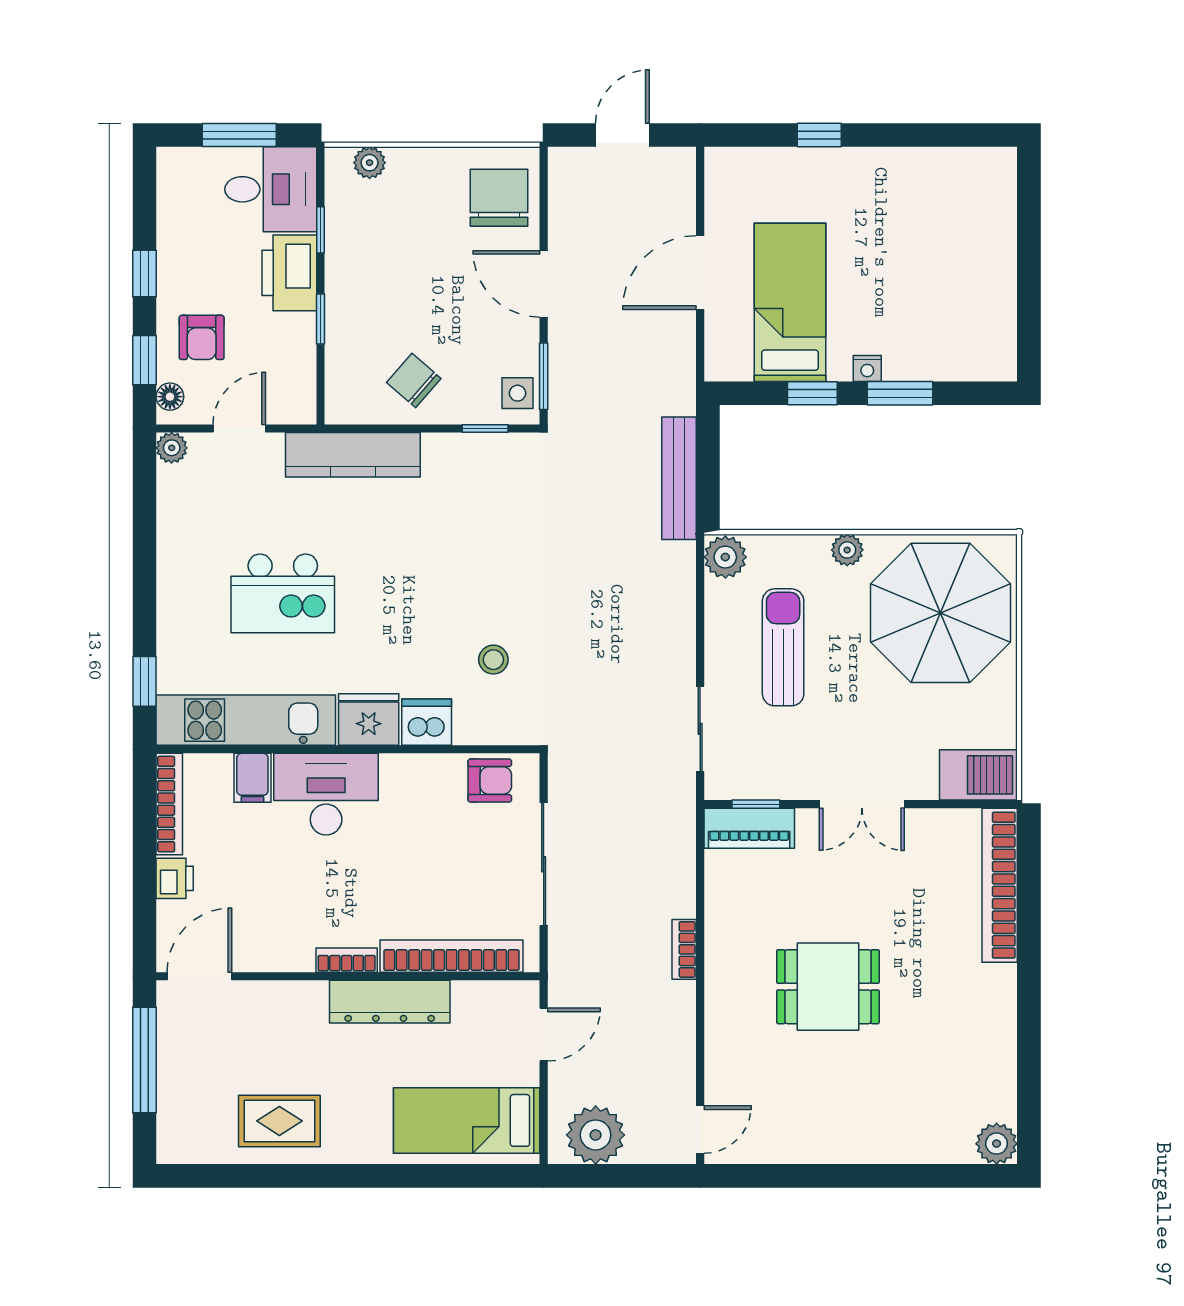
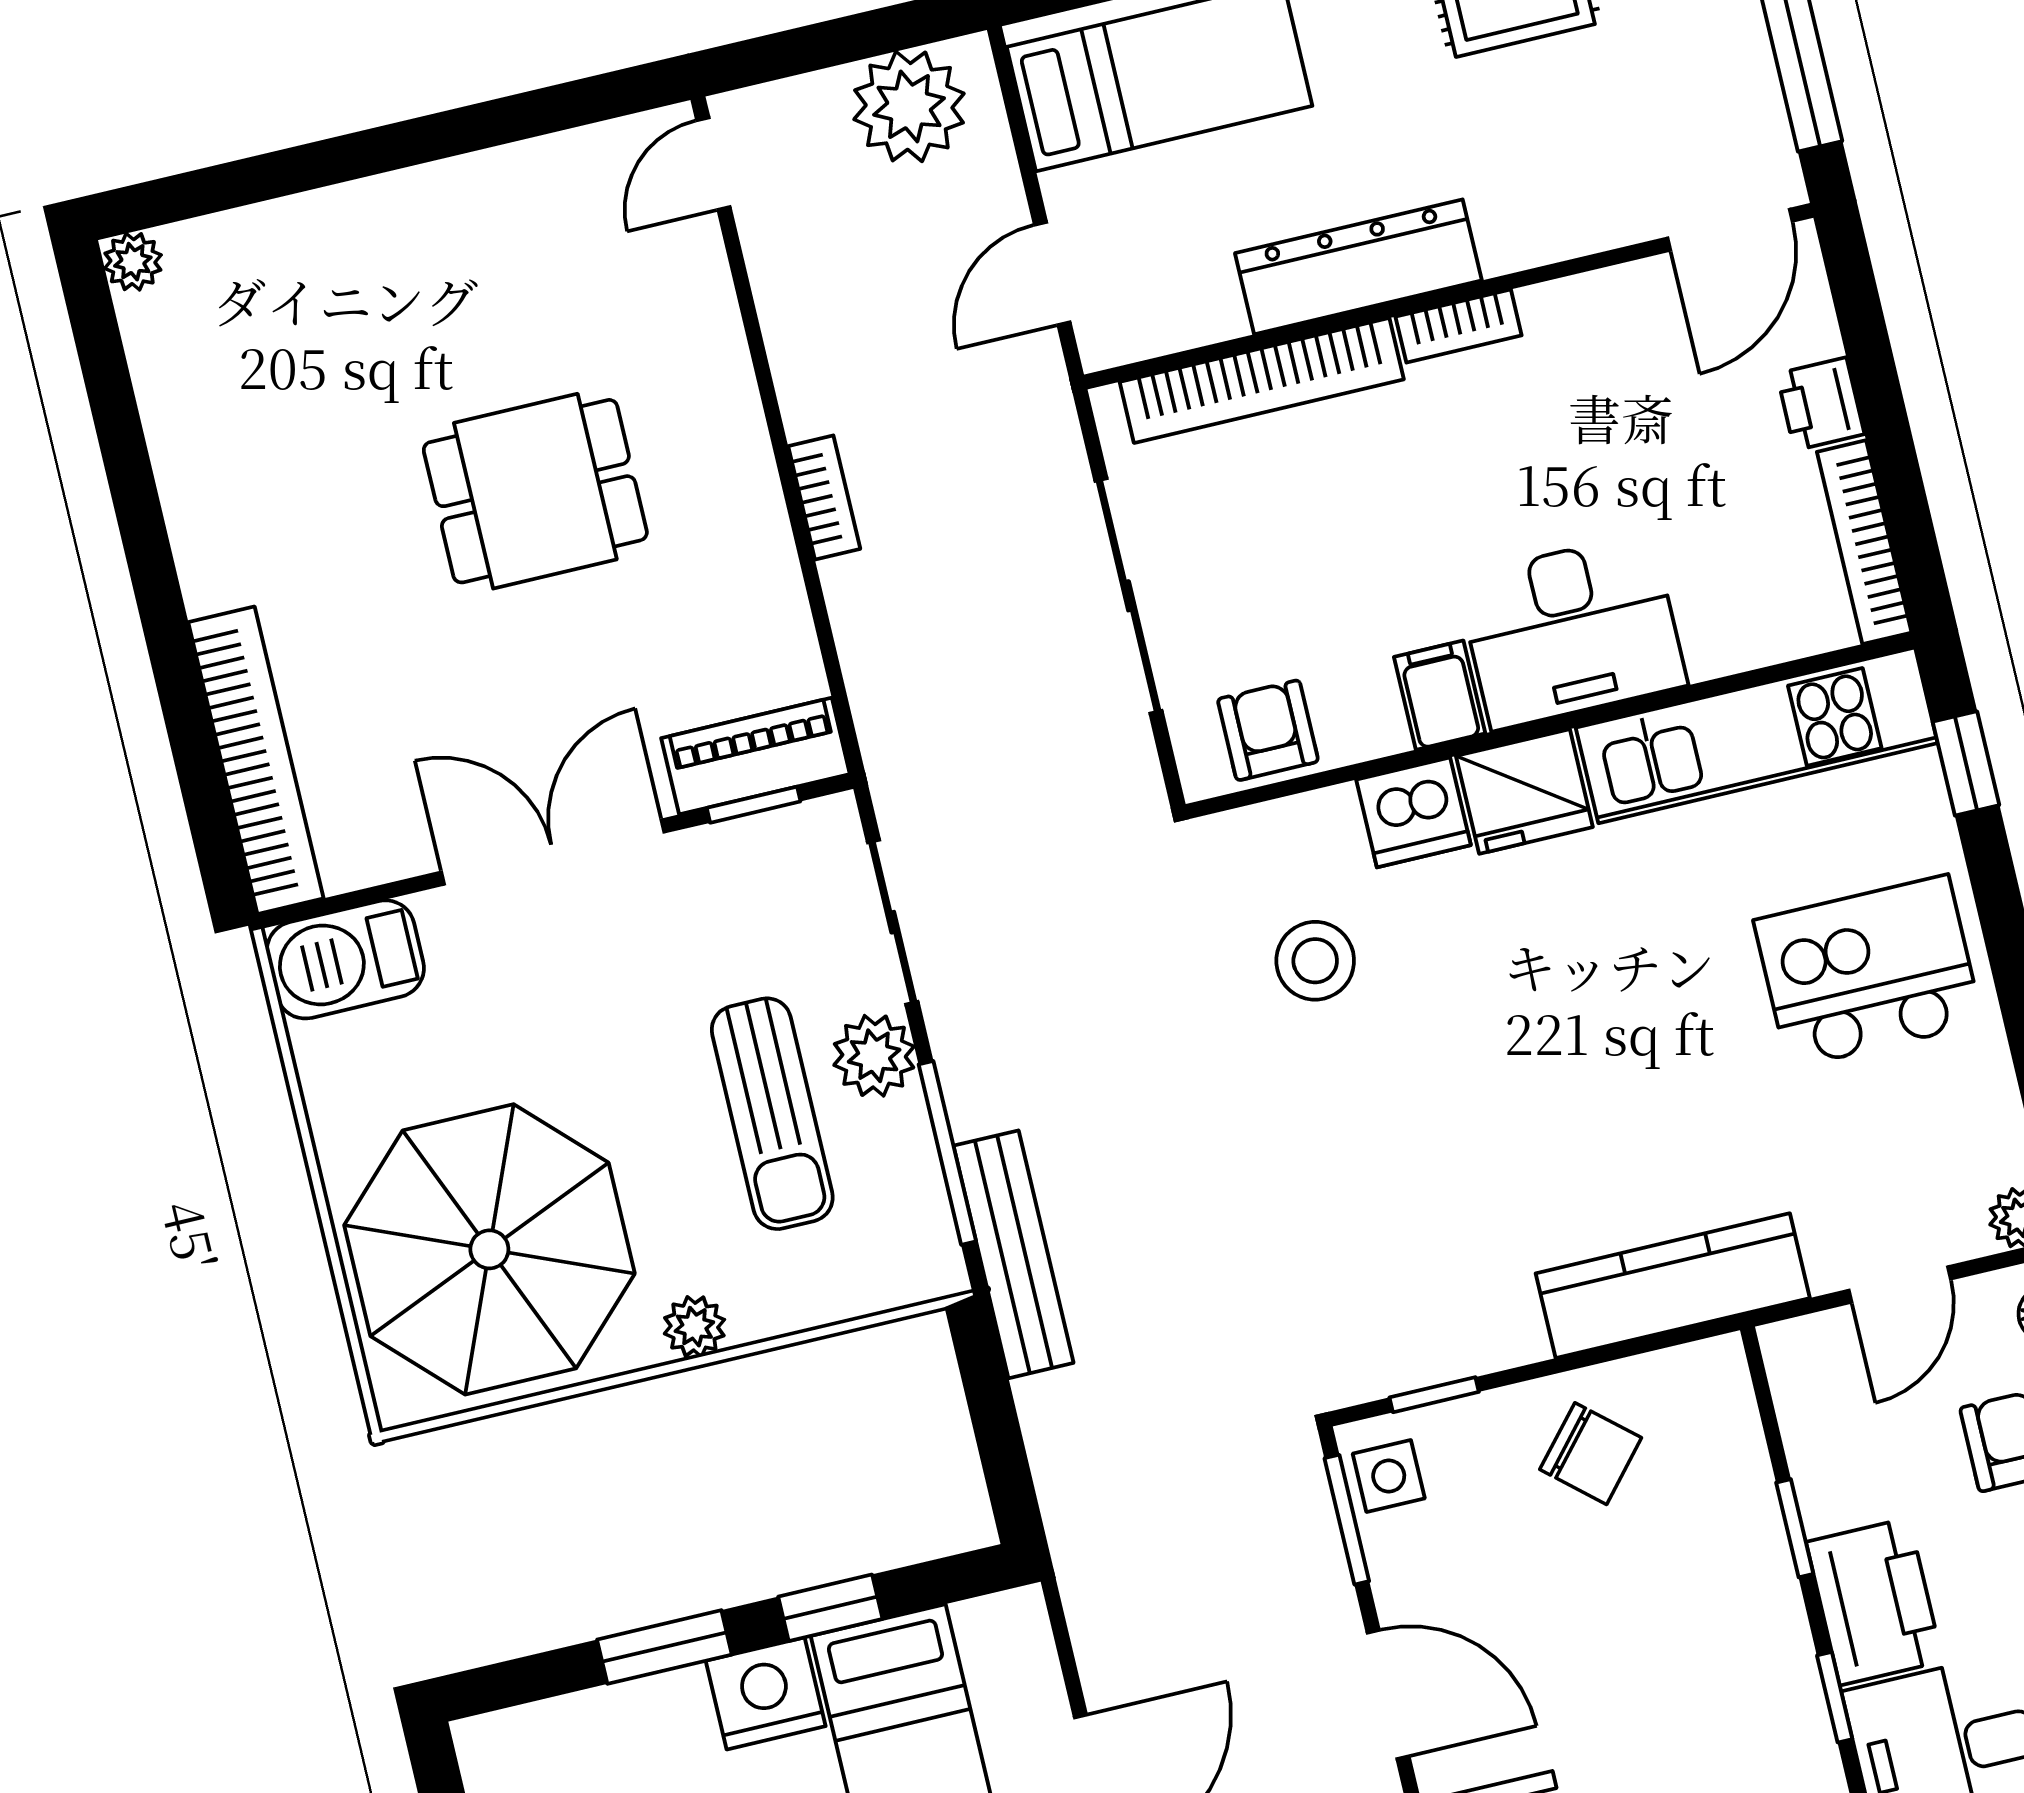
nightstand: (867, 368) -> (766, 1693), width x1.89, depth x1.79
bench: (679, 478) -> (1013, 1254), moved
plant: (725, 557) -> (874, 1056), moved
kitchen island: (283, 593) -> (1868, 972), moved
window: (700, 607) -> (947, 1153), added
stool: (493, 660) -> (1315, 961), width x1.37, depth x1.37
filing cabinet: (252, 778) -> (1440, 695), moved
armchair: (490, 780) -> (1268, 730), turned 90
double door: (862, 804) -> (553, 852), width x1.37
plant: (997, 1144) -> (133, 262), width x0.73, depth x0.73

